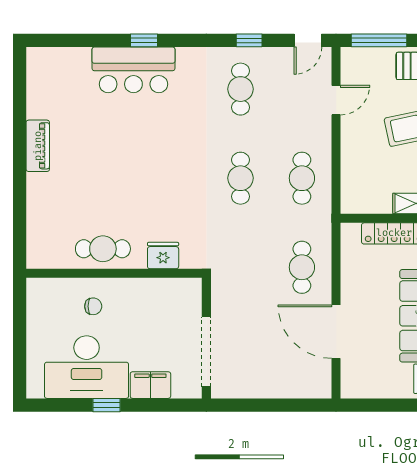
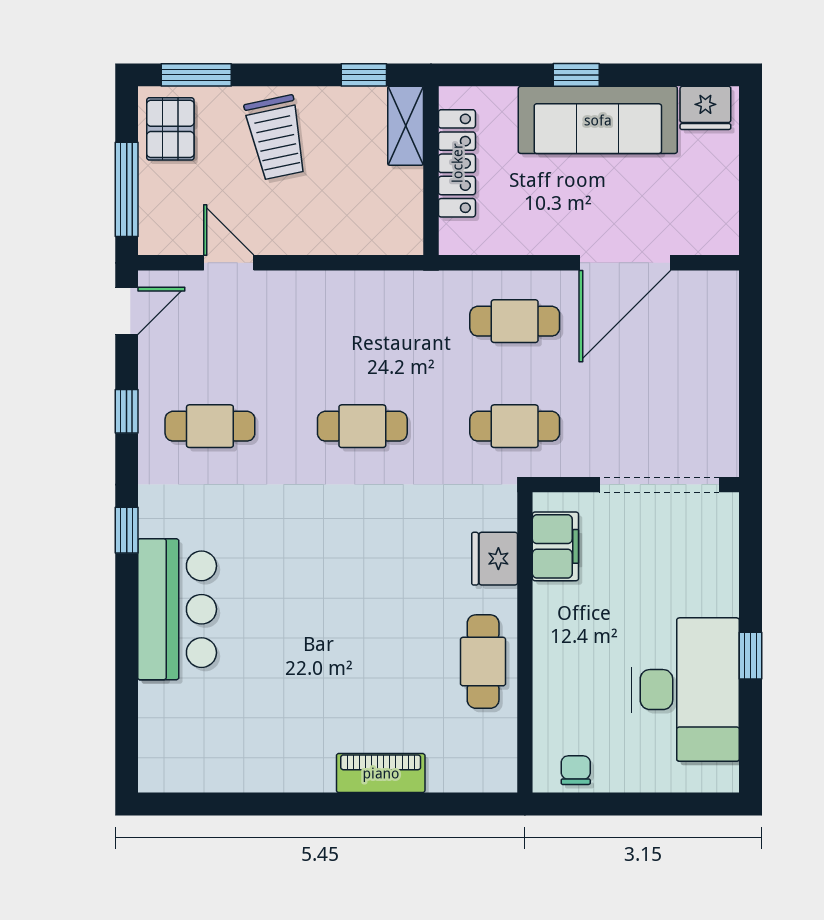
window: (144, 40) -> (127, 530), moved
door: (308, 40) -> (127, 311), hinge flipped
piano: (38, 146) -> (381, 773), moved
cafe table: (302, 178) -> (515, 426), moved
chair: (93, 306) -> (576, 770), moved
filing cabinet: (150, 385) -> (555, 546), moved, turned 180

